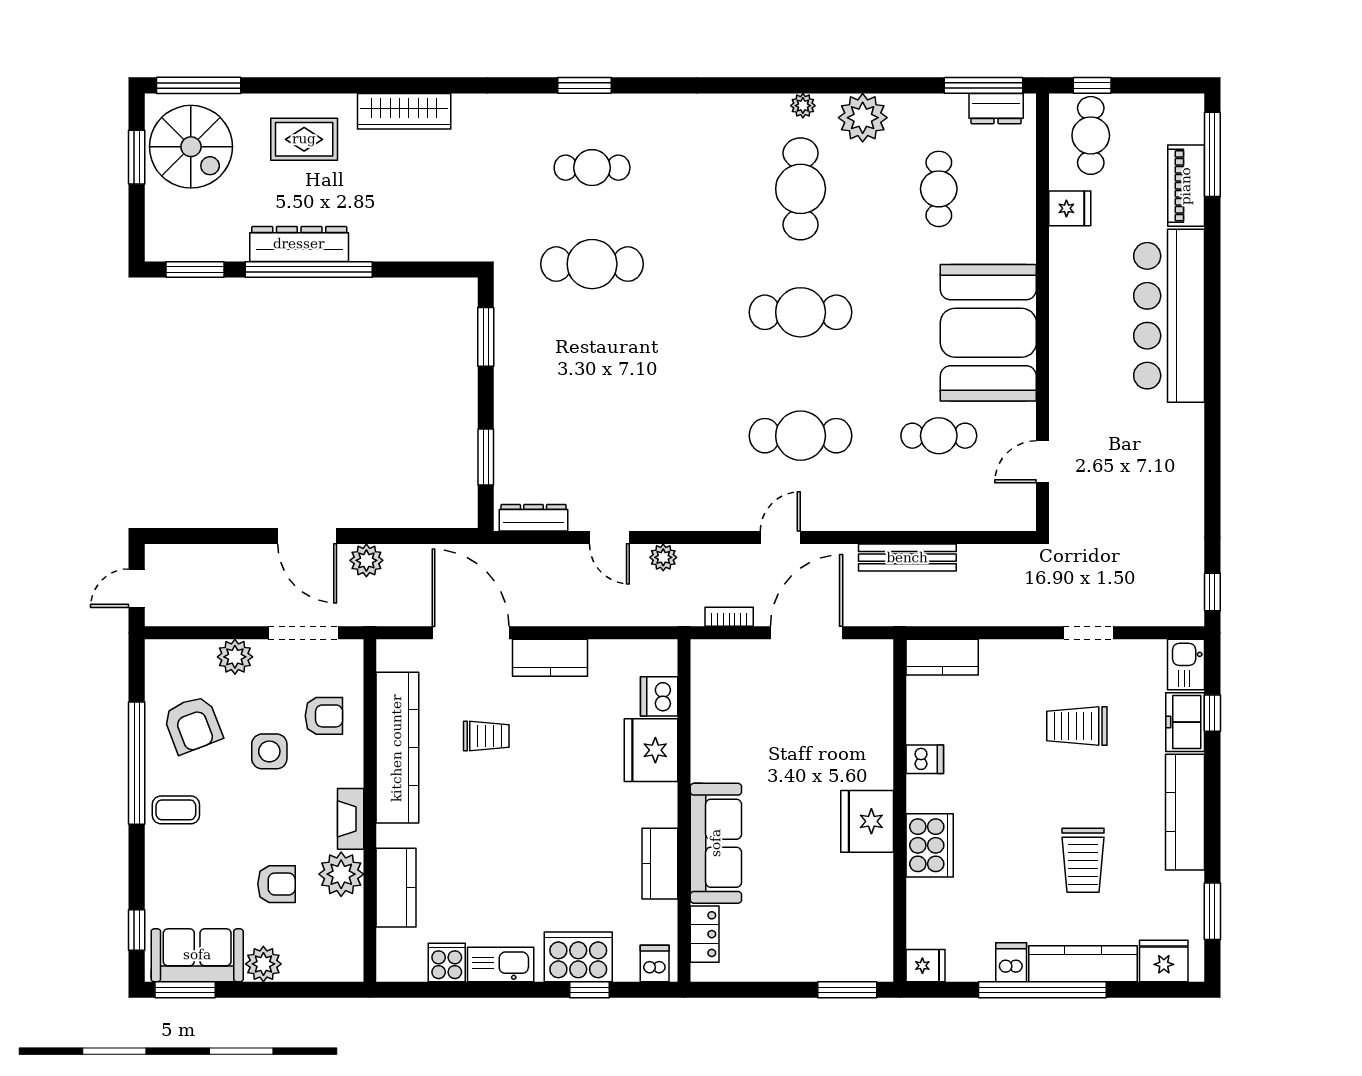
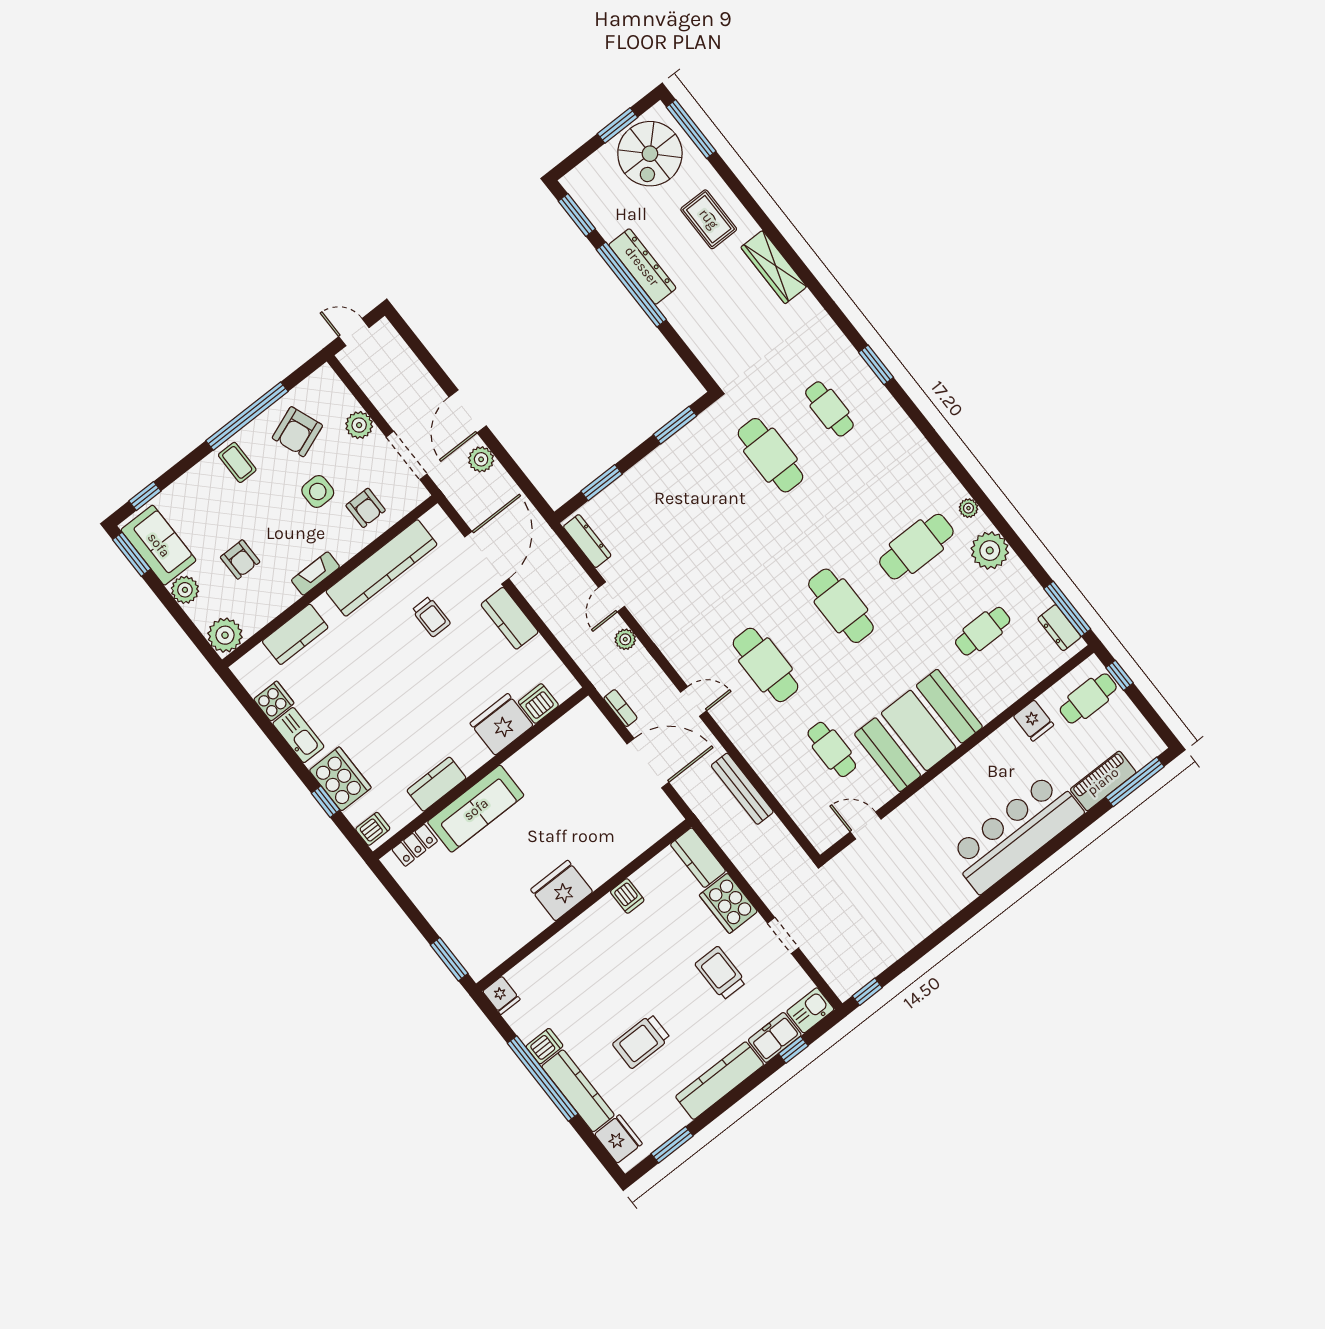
cooker: (930, 845) -> (728, 903), moved, turned 90
plant: (341, 874) -> (225, 635), moved

